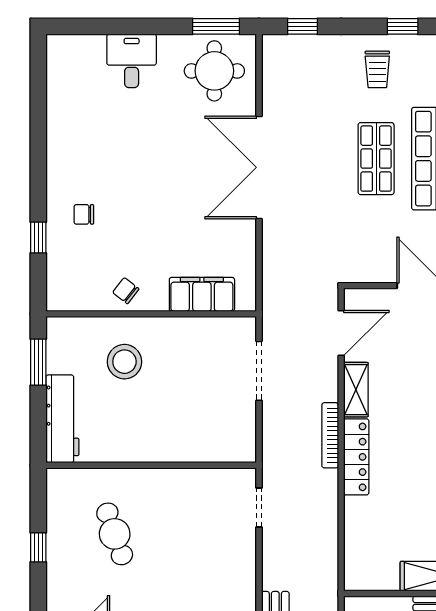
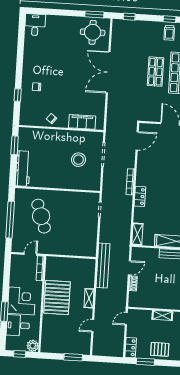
desk: (132, 61) -> (35, 25), moved
trolley: (377, 69) -> (169, 33), moved
stool: (124, 362) -> (78, 160), moved
shelving: (356, 390) -> (137, 234), moved
locker: (356, 457) -> (140, 196), width x0.66
cafe table: (115, 534) -> (41, 216), width x1.37, depth x1.35
window: (38, 547) -> (10, 220), width x3.17

